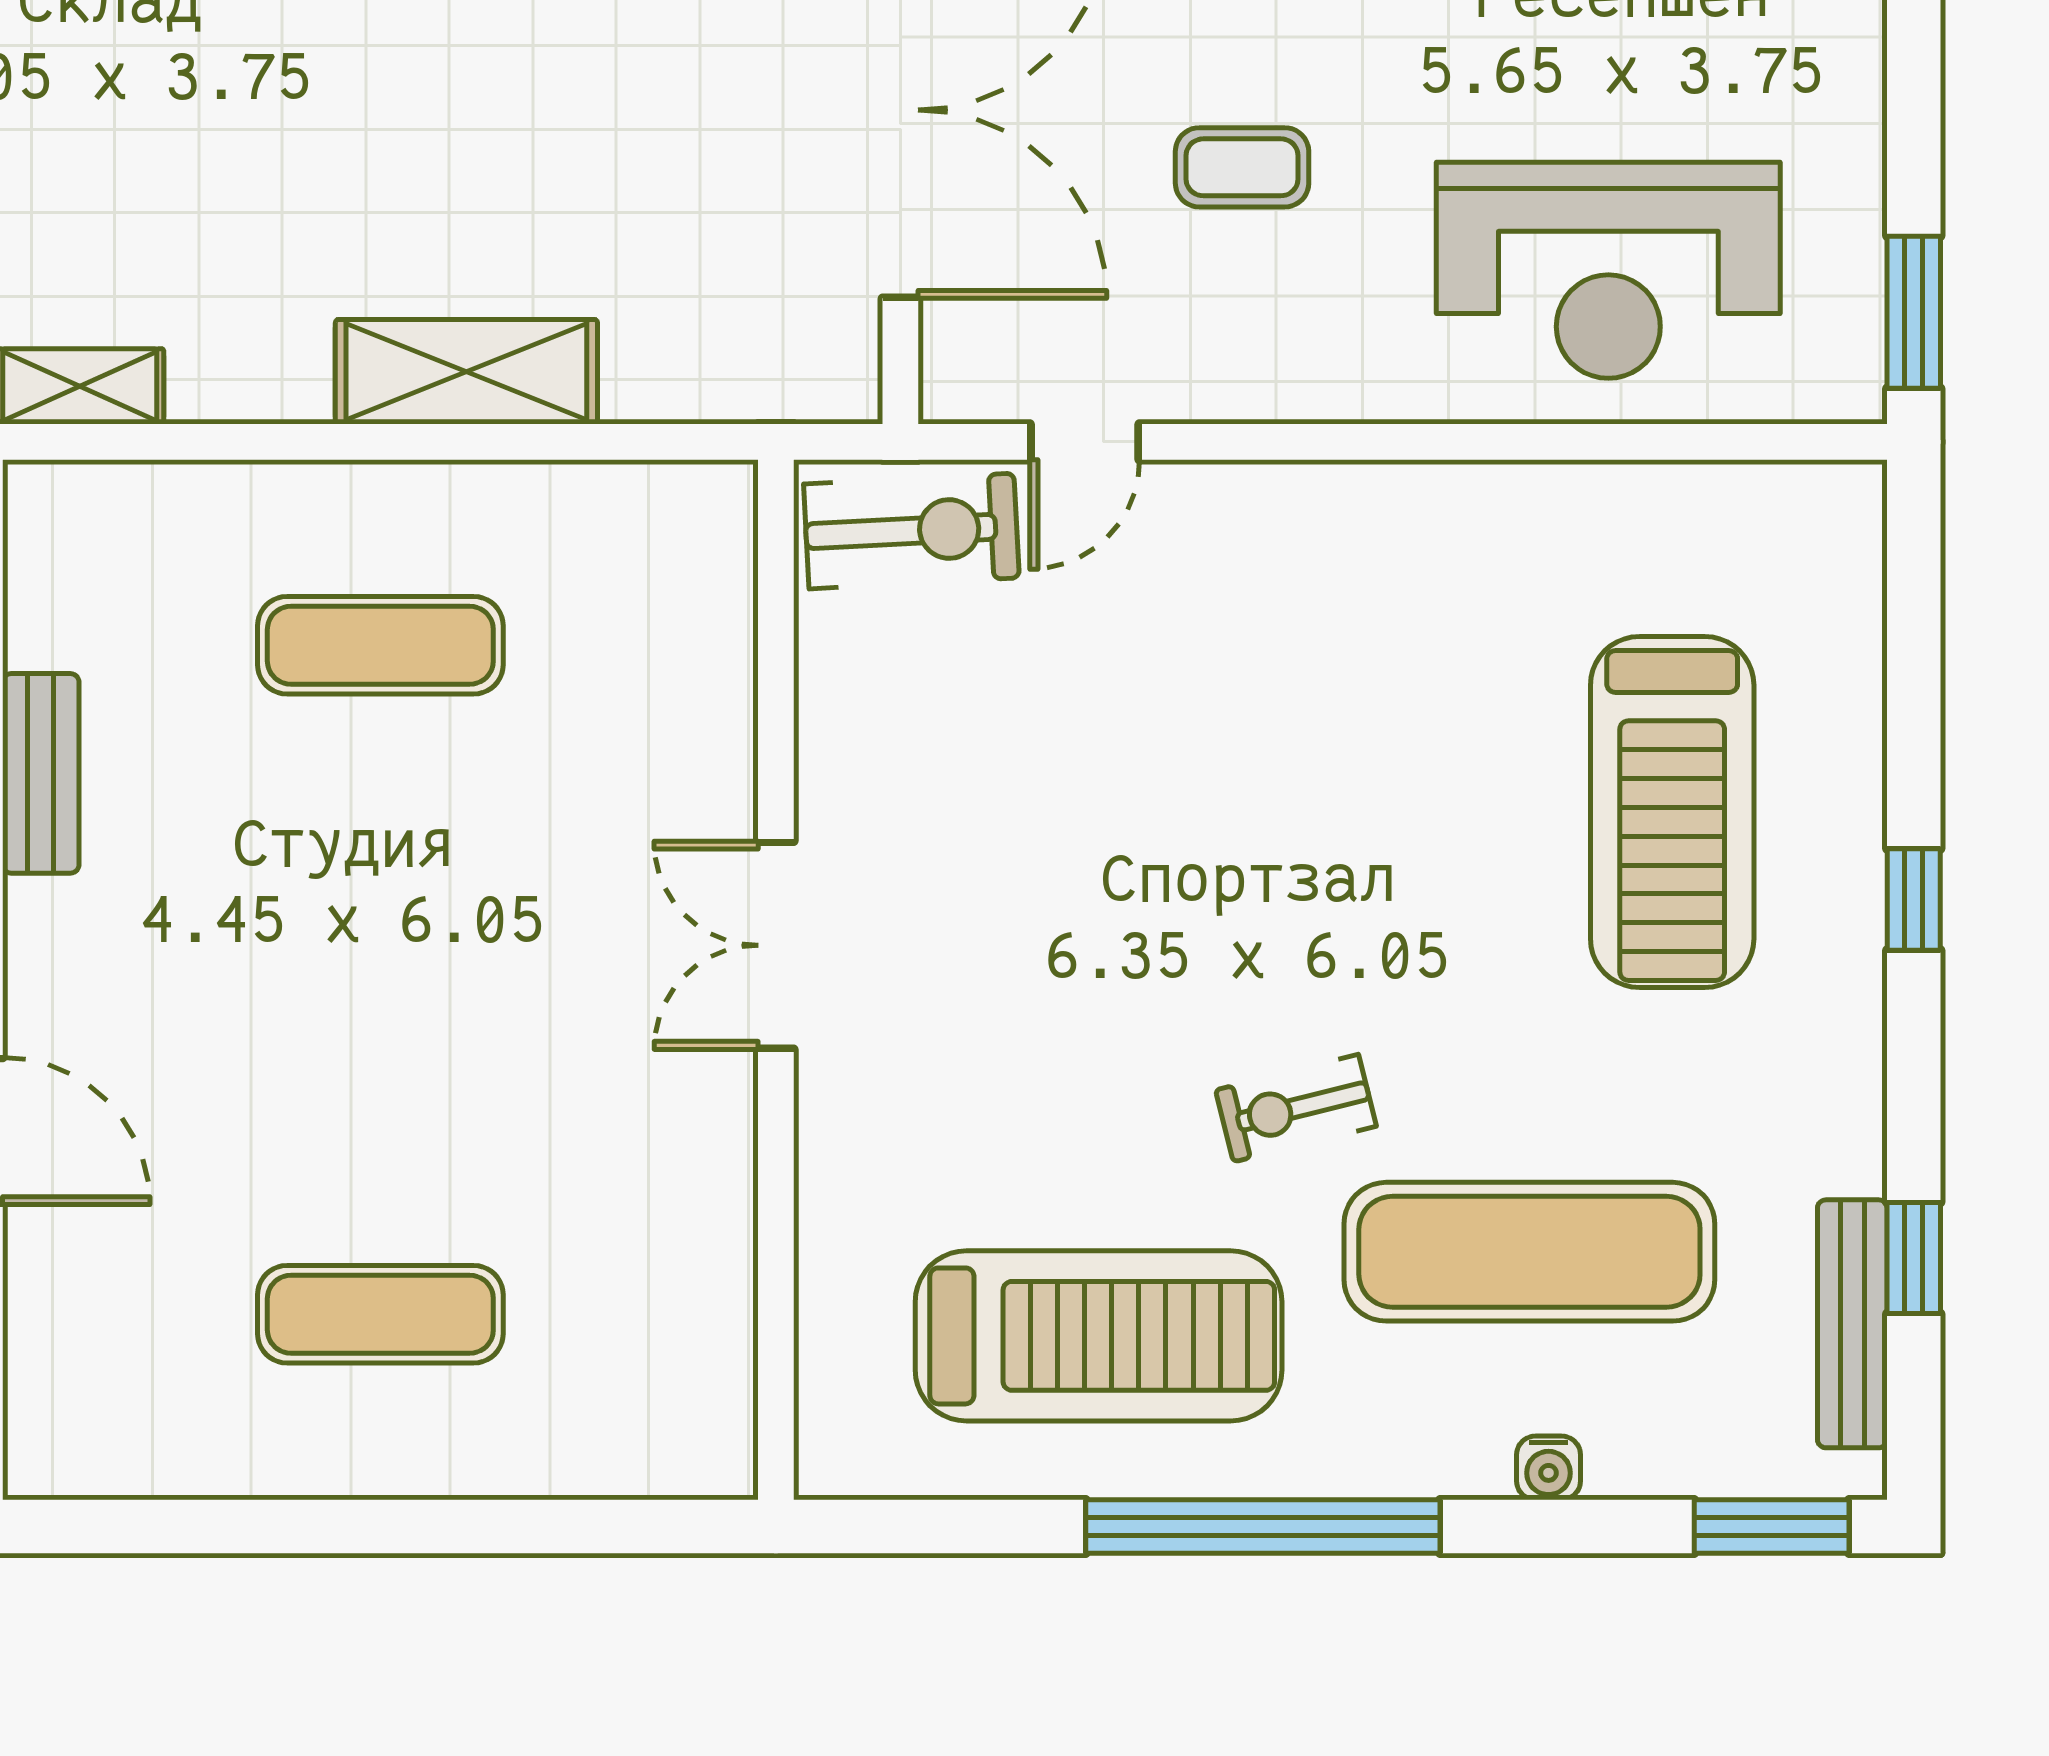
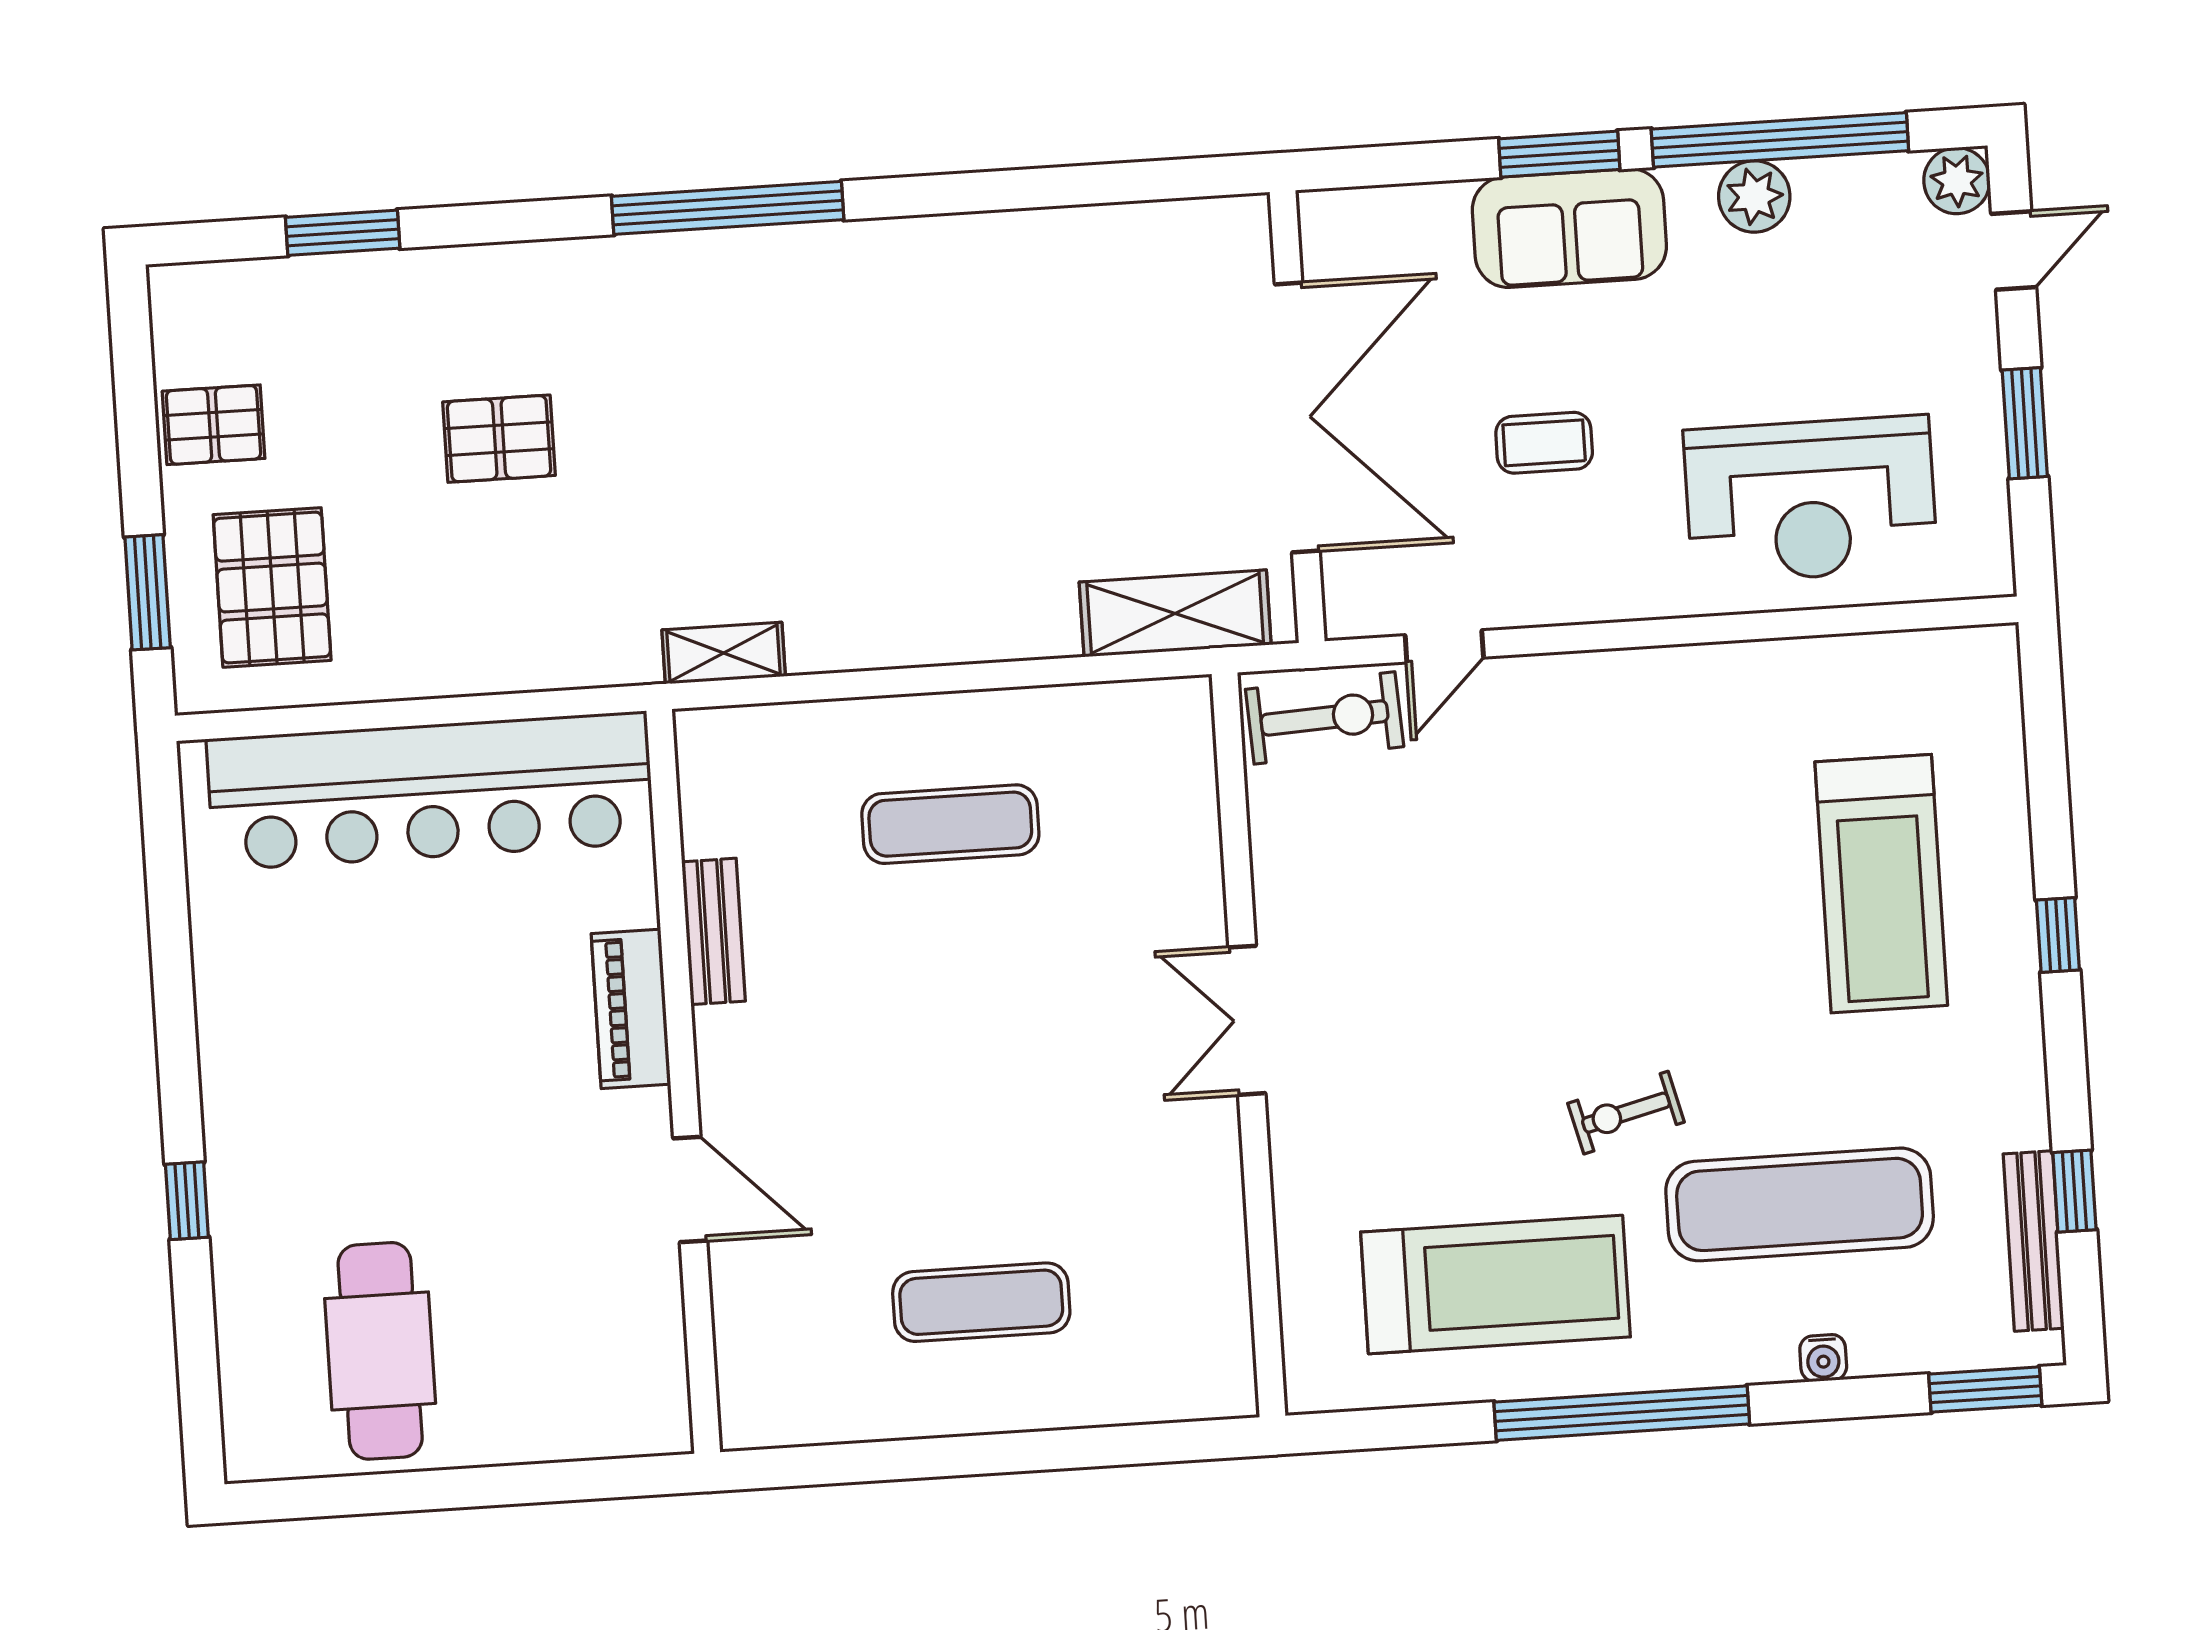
window: (1914, 312) -> (2025, 423), moved
shelving: (466, 372) -> (1175, 613), moved

